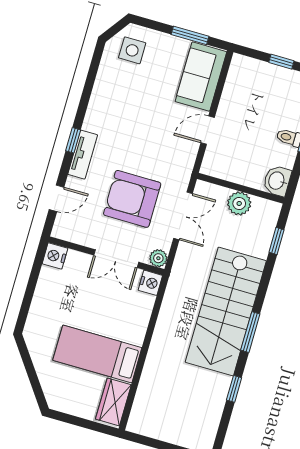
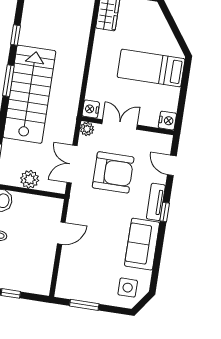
sofa: (201, 77) -> (142, 244), moved, turned 180
door: (56, 198) -> (172, 165), hinge flipped
bed: (97, 354) -> (151, 68), moved, turned 180

